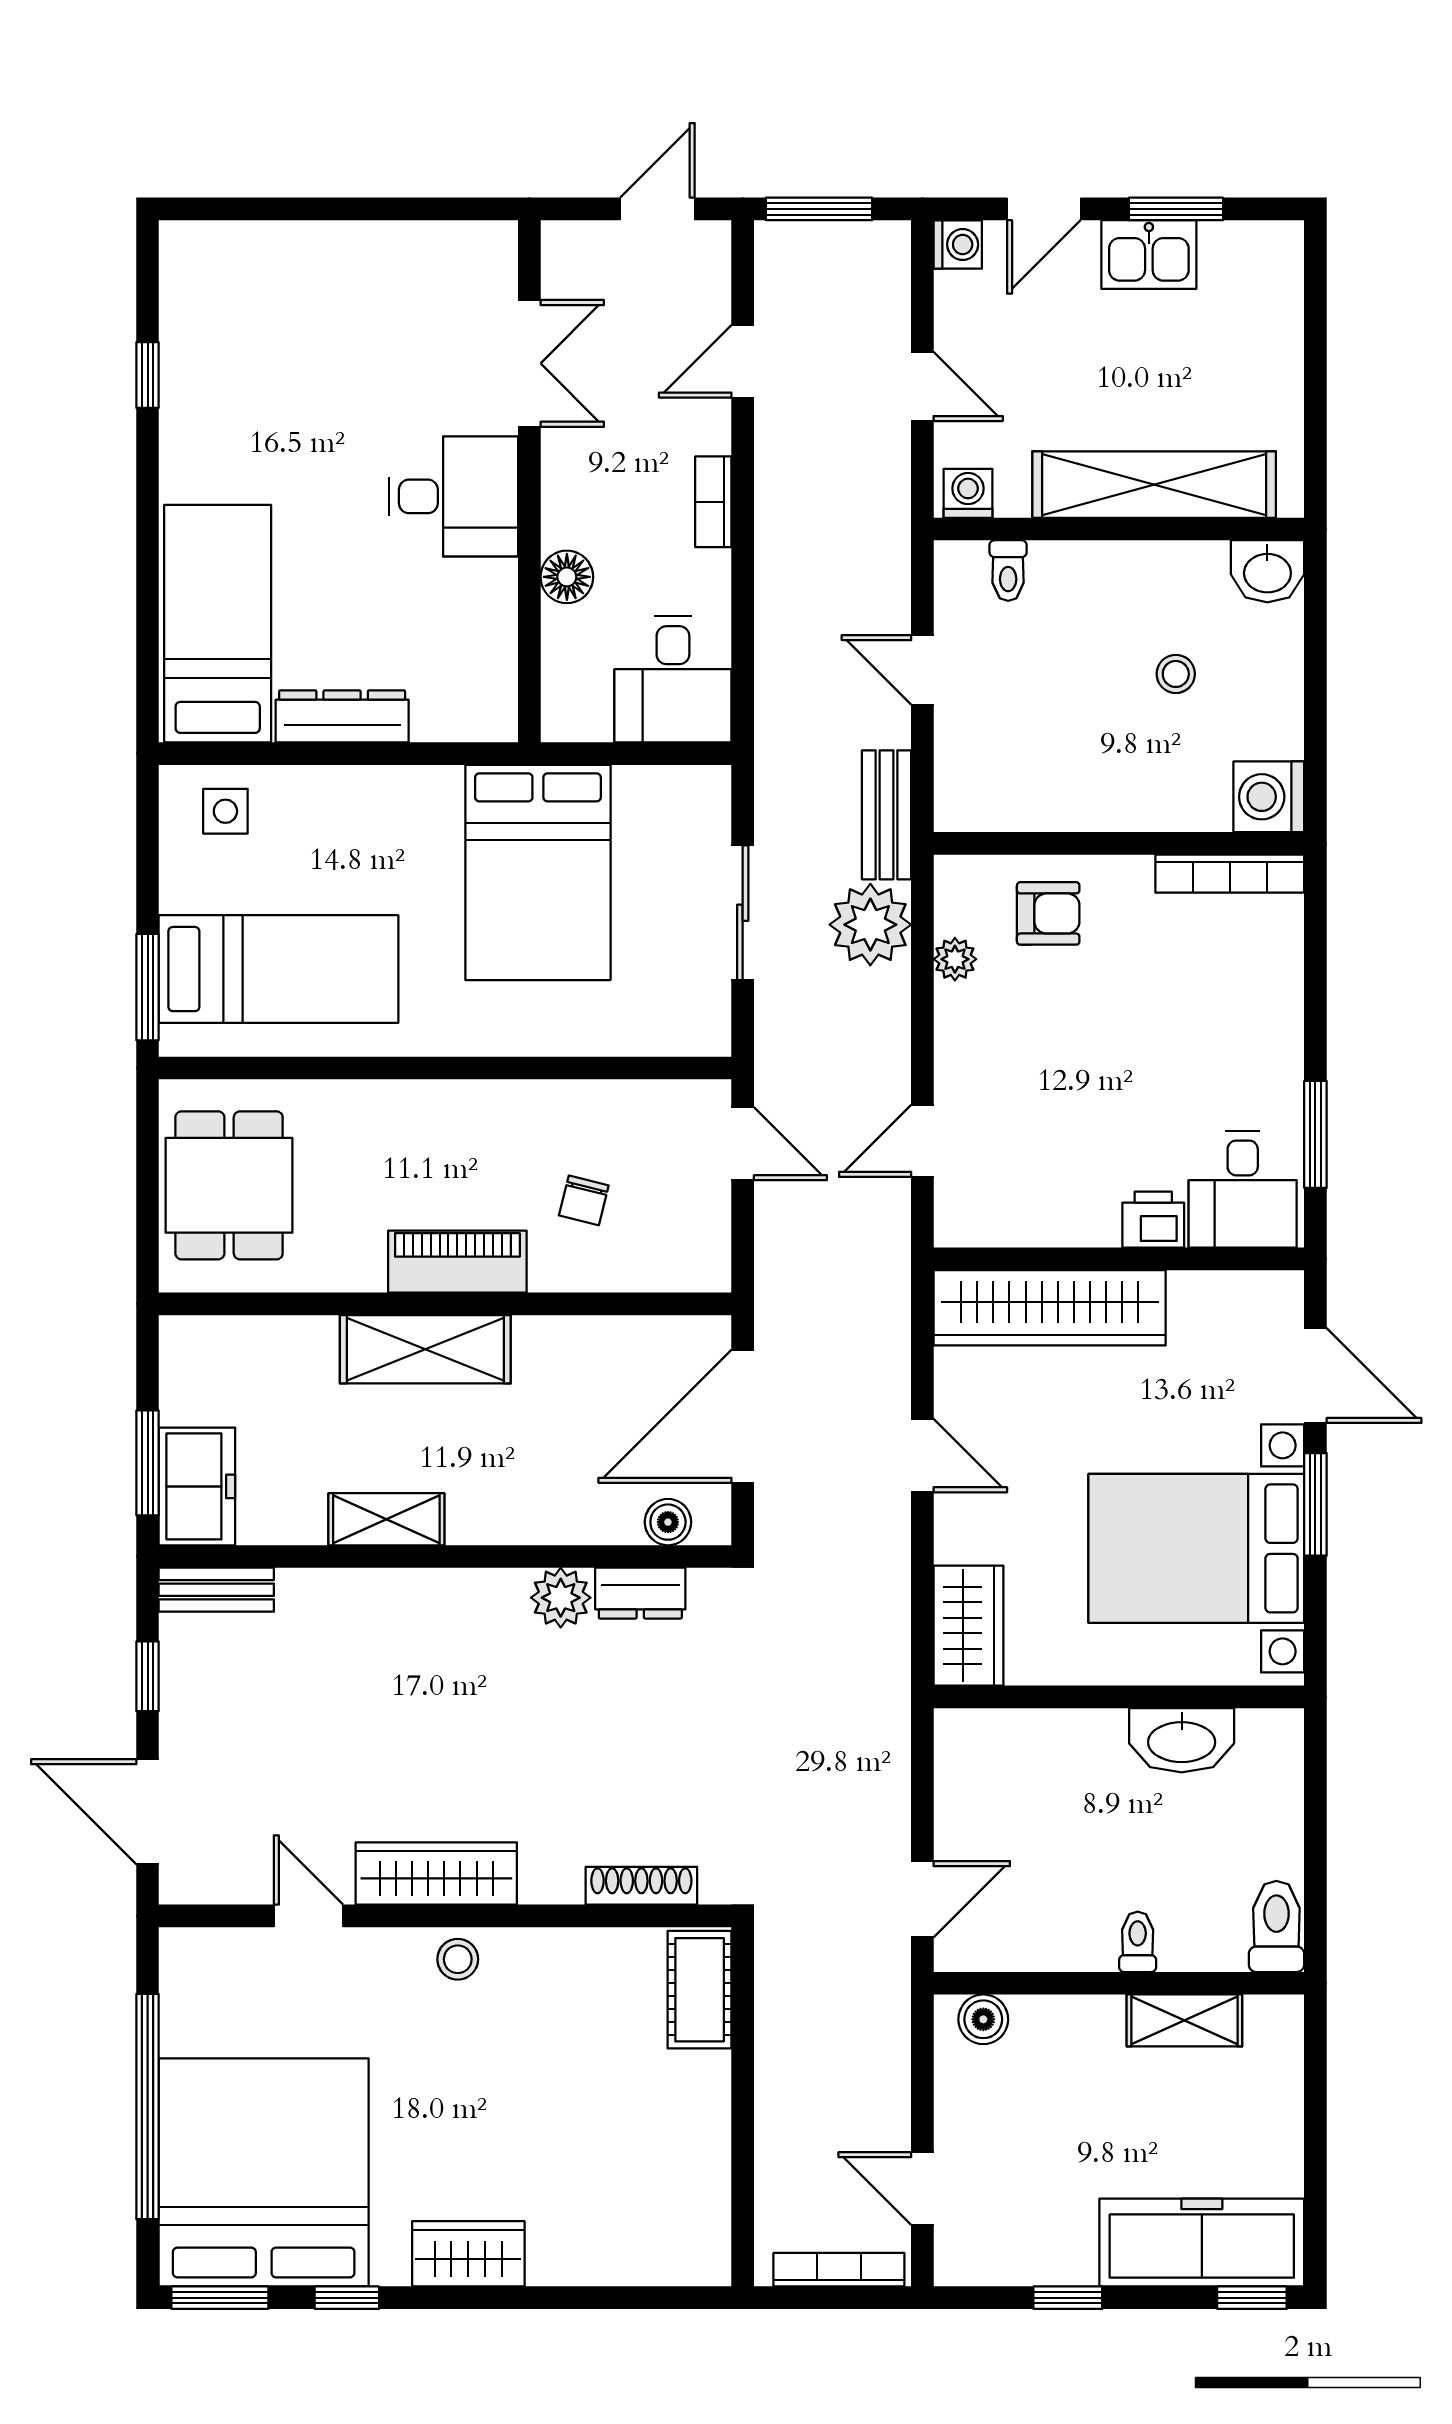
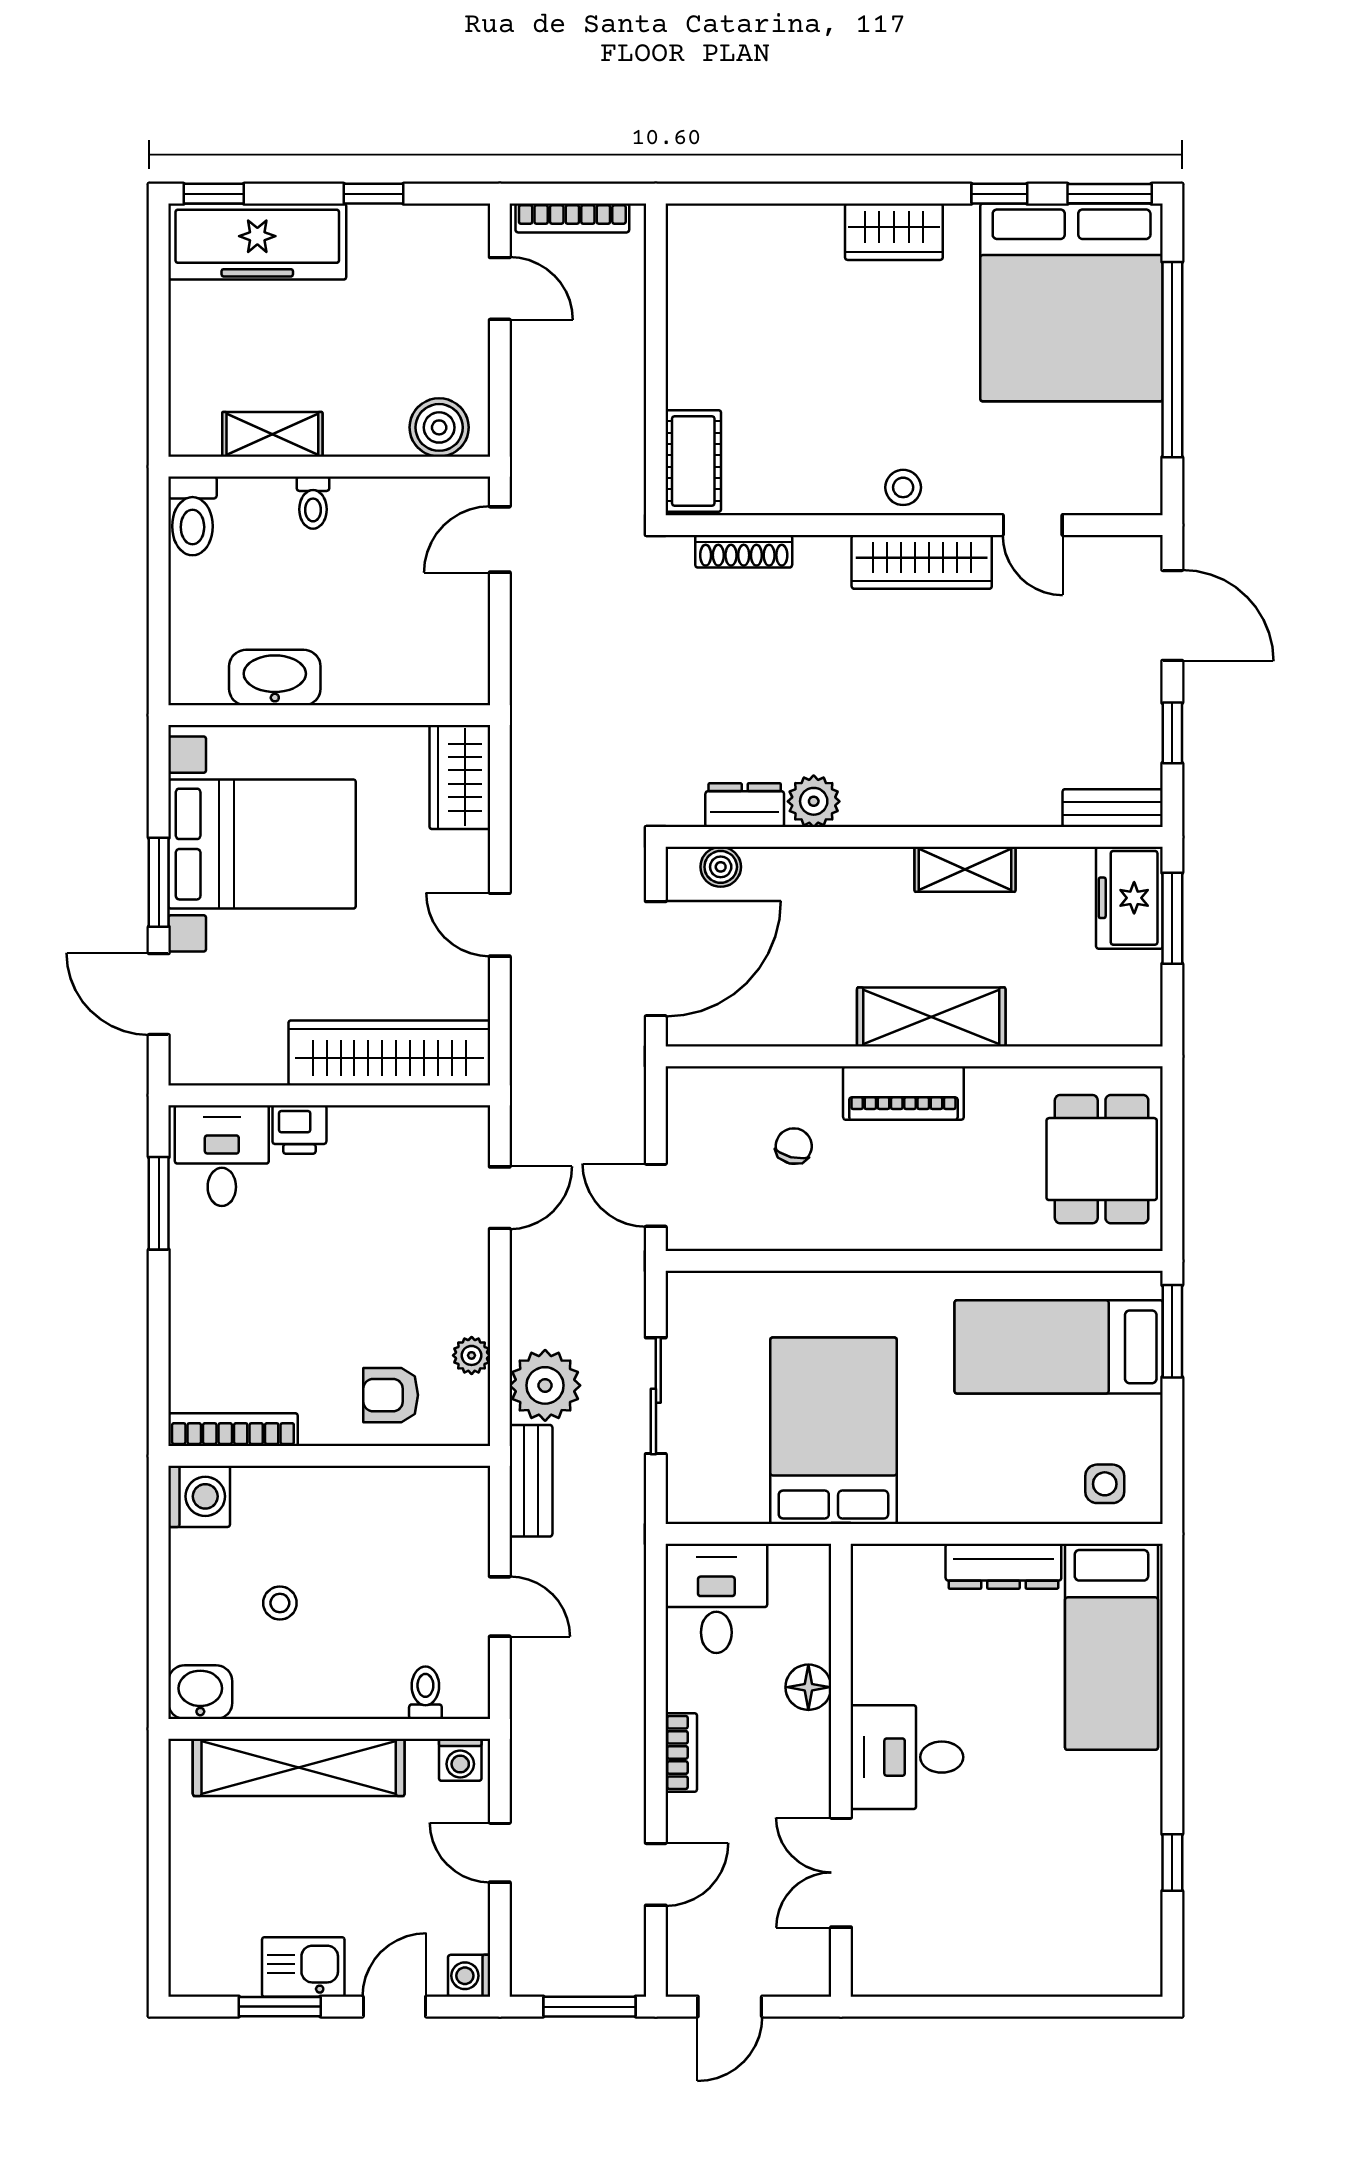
boiler: (983, 2019) -> (439, 427), width x1.36, depth x1.36

